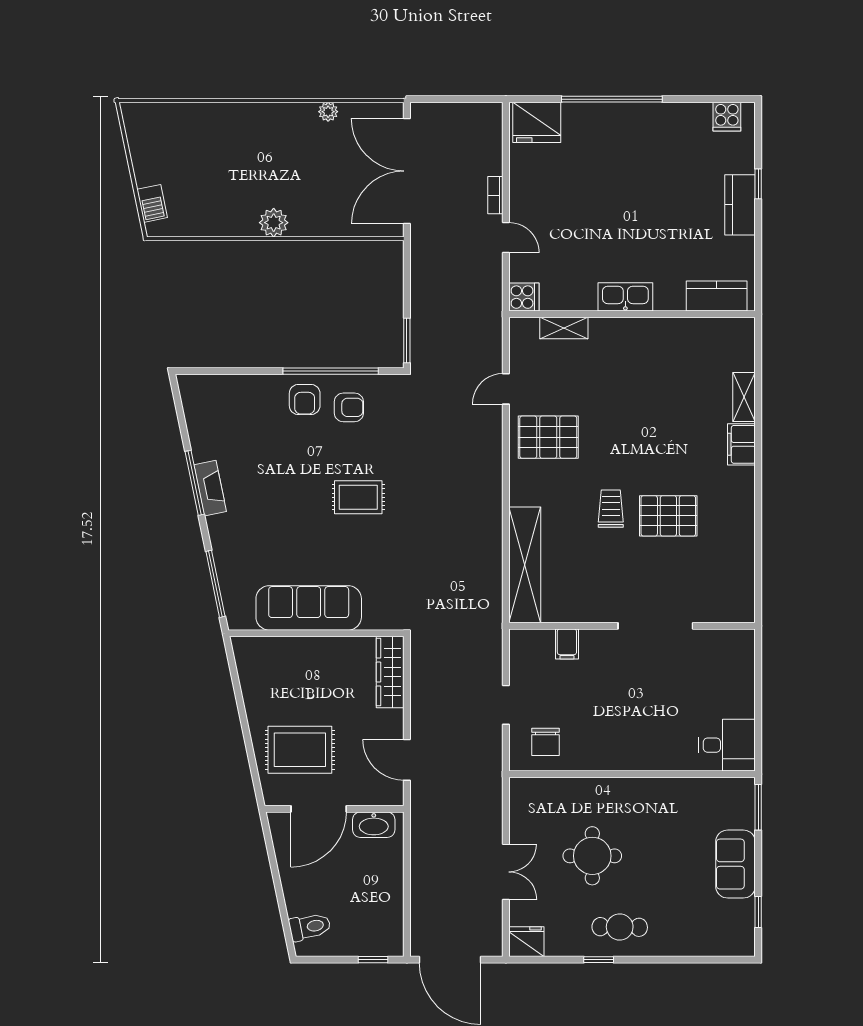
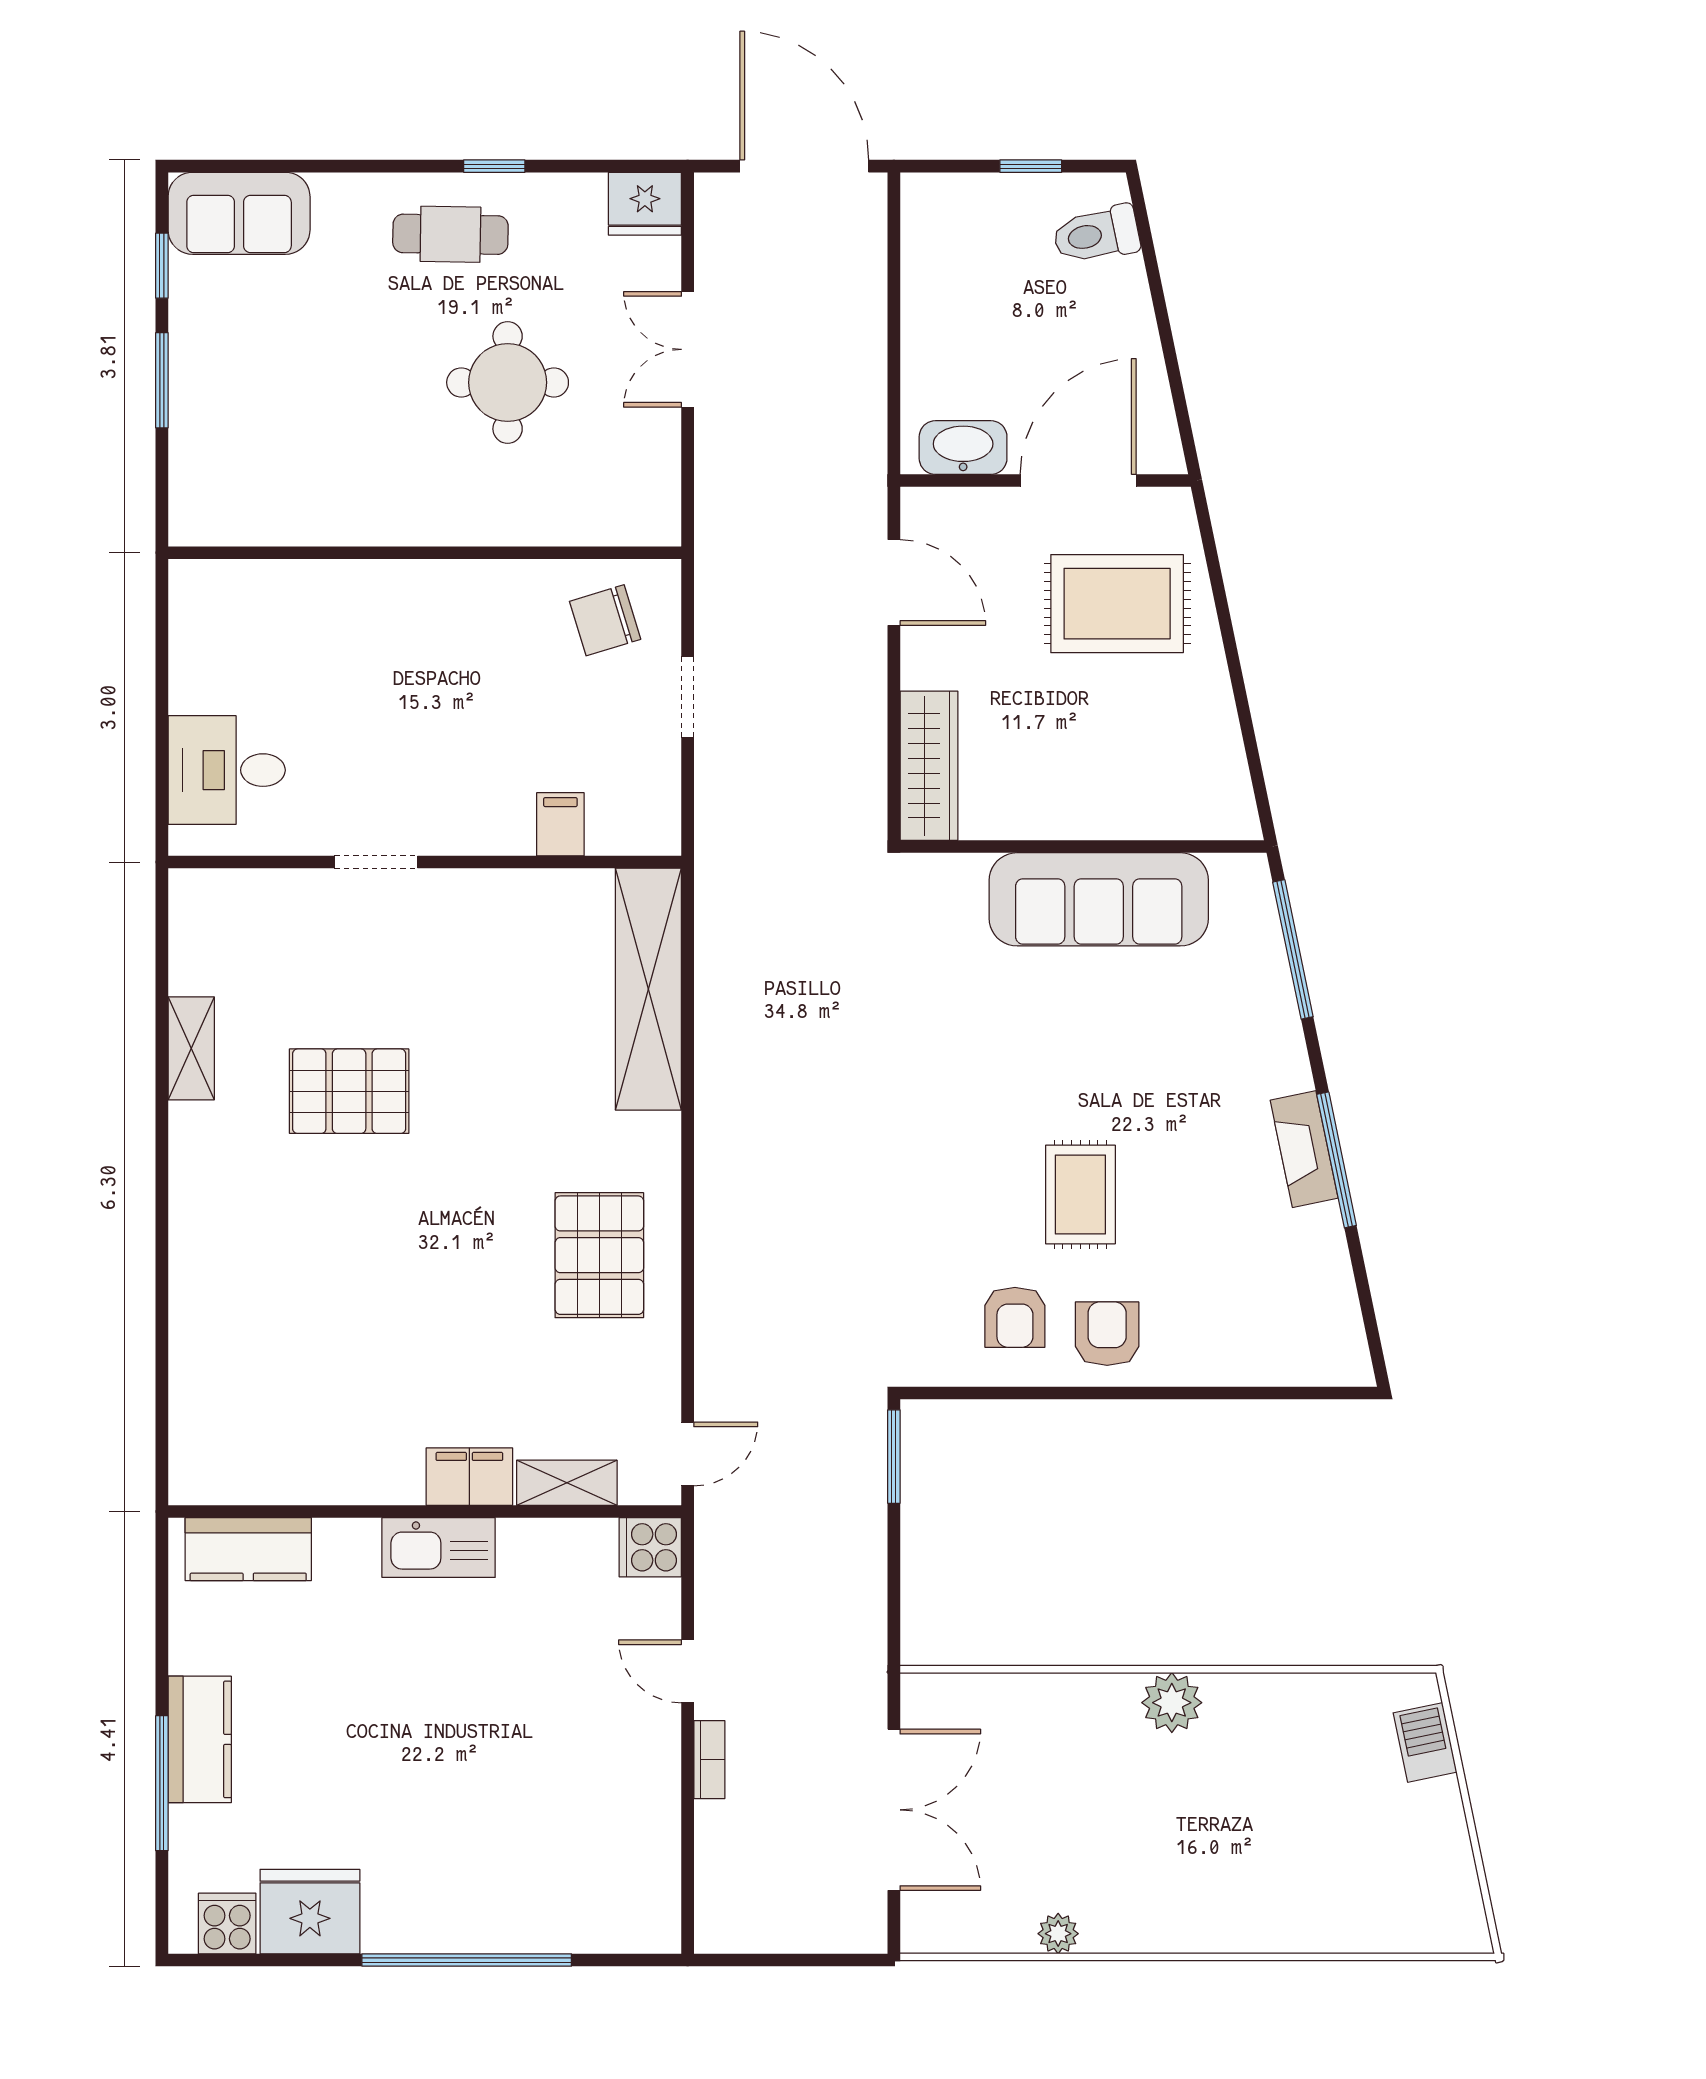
fridge: (537, 122) -> (310, 1912), moved
double door: (407, 171) -> (894, 1810), width x0.73
window: (758, 184) -> (162, 1783), width x2.17
window: (331, 371) -> (1053, 1393), removed
door: (506, 389) -> (688, 1454), moved
shelving: (744, 397) -> (191, 1048), moved
armchair: (349, 407) -> (1015, 1317), turned -90
pallet: (548, 437) -> (599, 1255), turned 90
filing cabinet: (741, 444) -> (469, 1477), moved, turned -90
rug: (358, 497) -> (1080, 1194), moved, turned 90
trolley: (611, 509) -> (469, 1106), removed
doorway: (655, 626) -> (376, 862), width x0.53
chair: (546, 742) -> (605, 620), turned -107
desk: (727, 745) -> (227, 770), moved
window: (758, 807) -> (162, 380), moved
sofa: (735, 864) -> (239, 213), moved, turned 90
window: (373, 960) -> (1031, 166), moved

